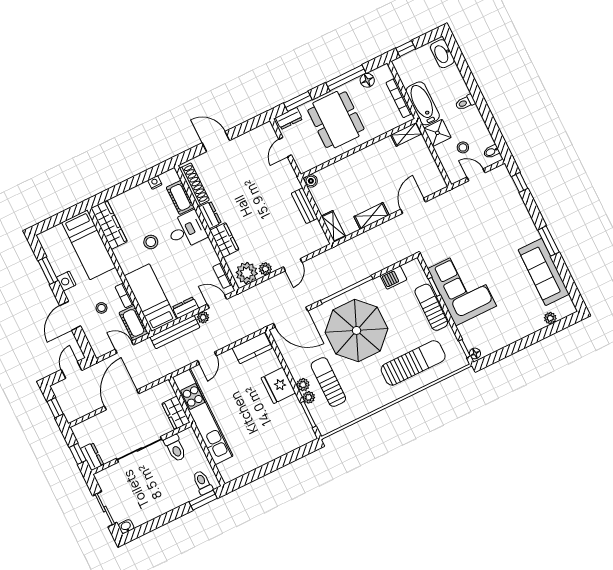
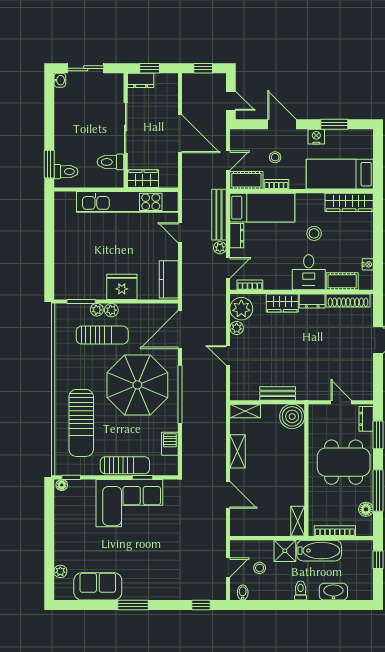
washbasin: (442, 54) -> (333, 592), moved
boiler: (311, 181) -> (292, 416), width x1.86, depth x1.86
sofa: (544, 272) -> (98, 586), width x0.73

